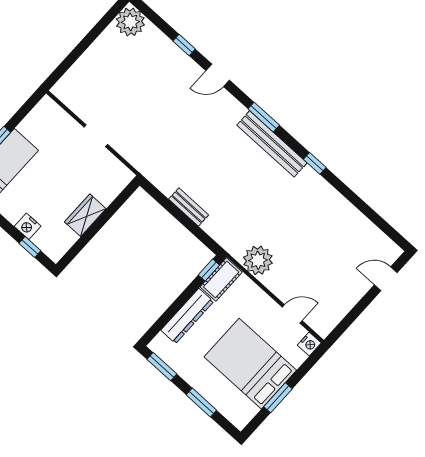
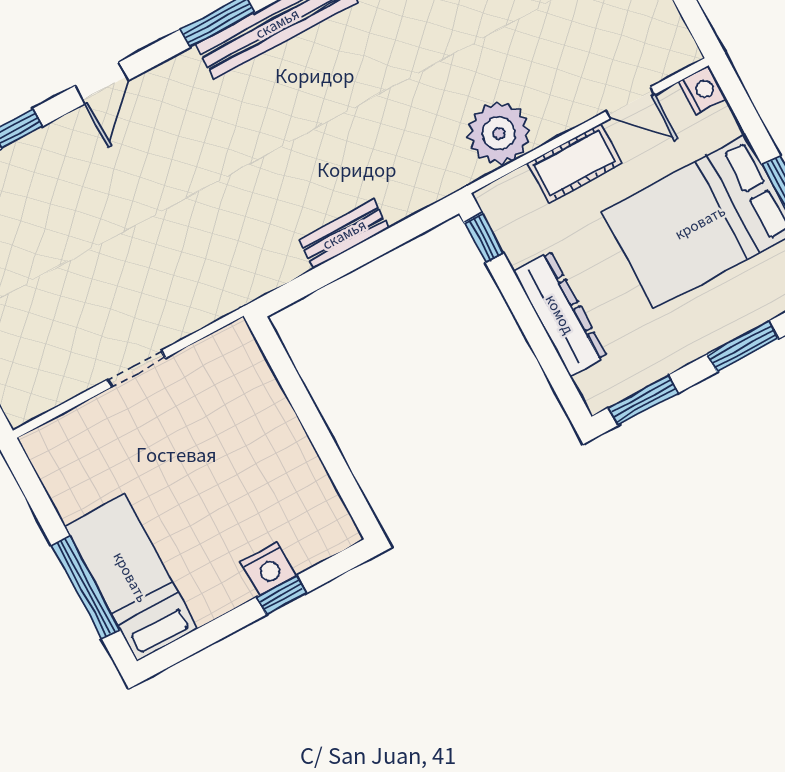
wardrobe: (85, 215) -> (288, 446), removed
window: (30, 247) -> (282, 595), moved
cot: (221, 280) -> (574, 163), moved, turned 90
door: (292, 314) -> (630, 103), swing flipped

